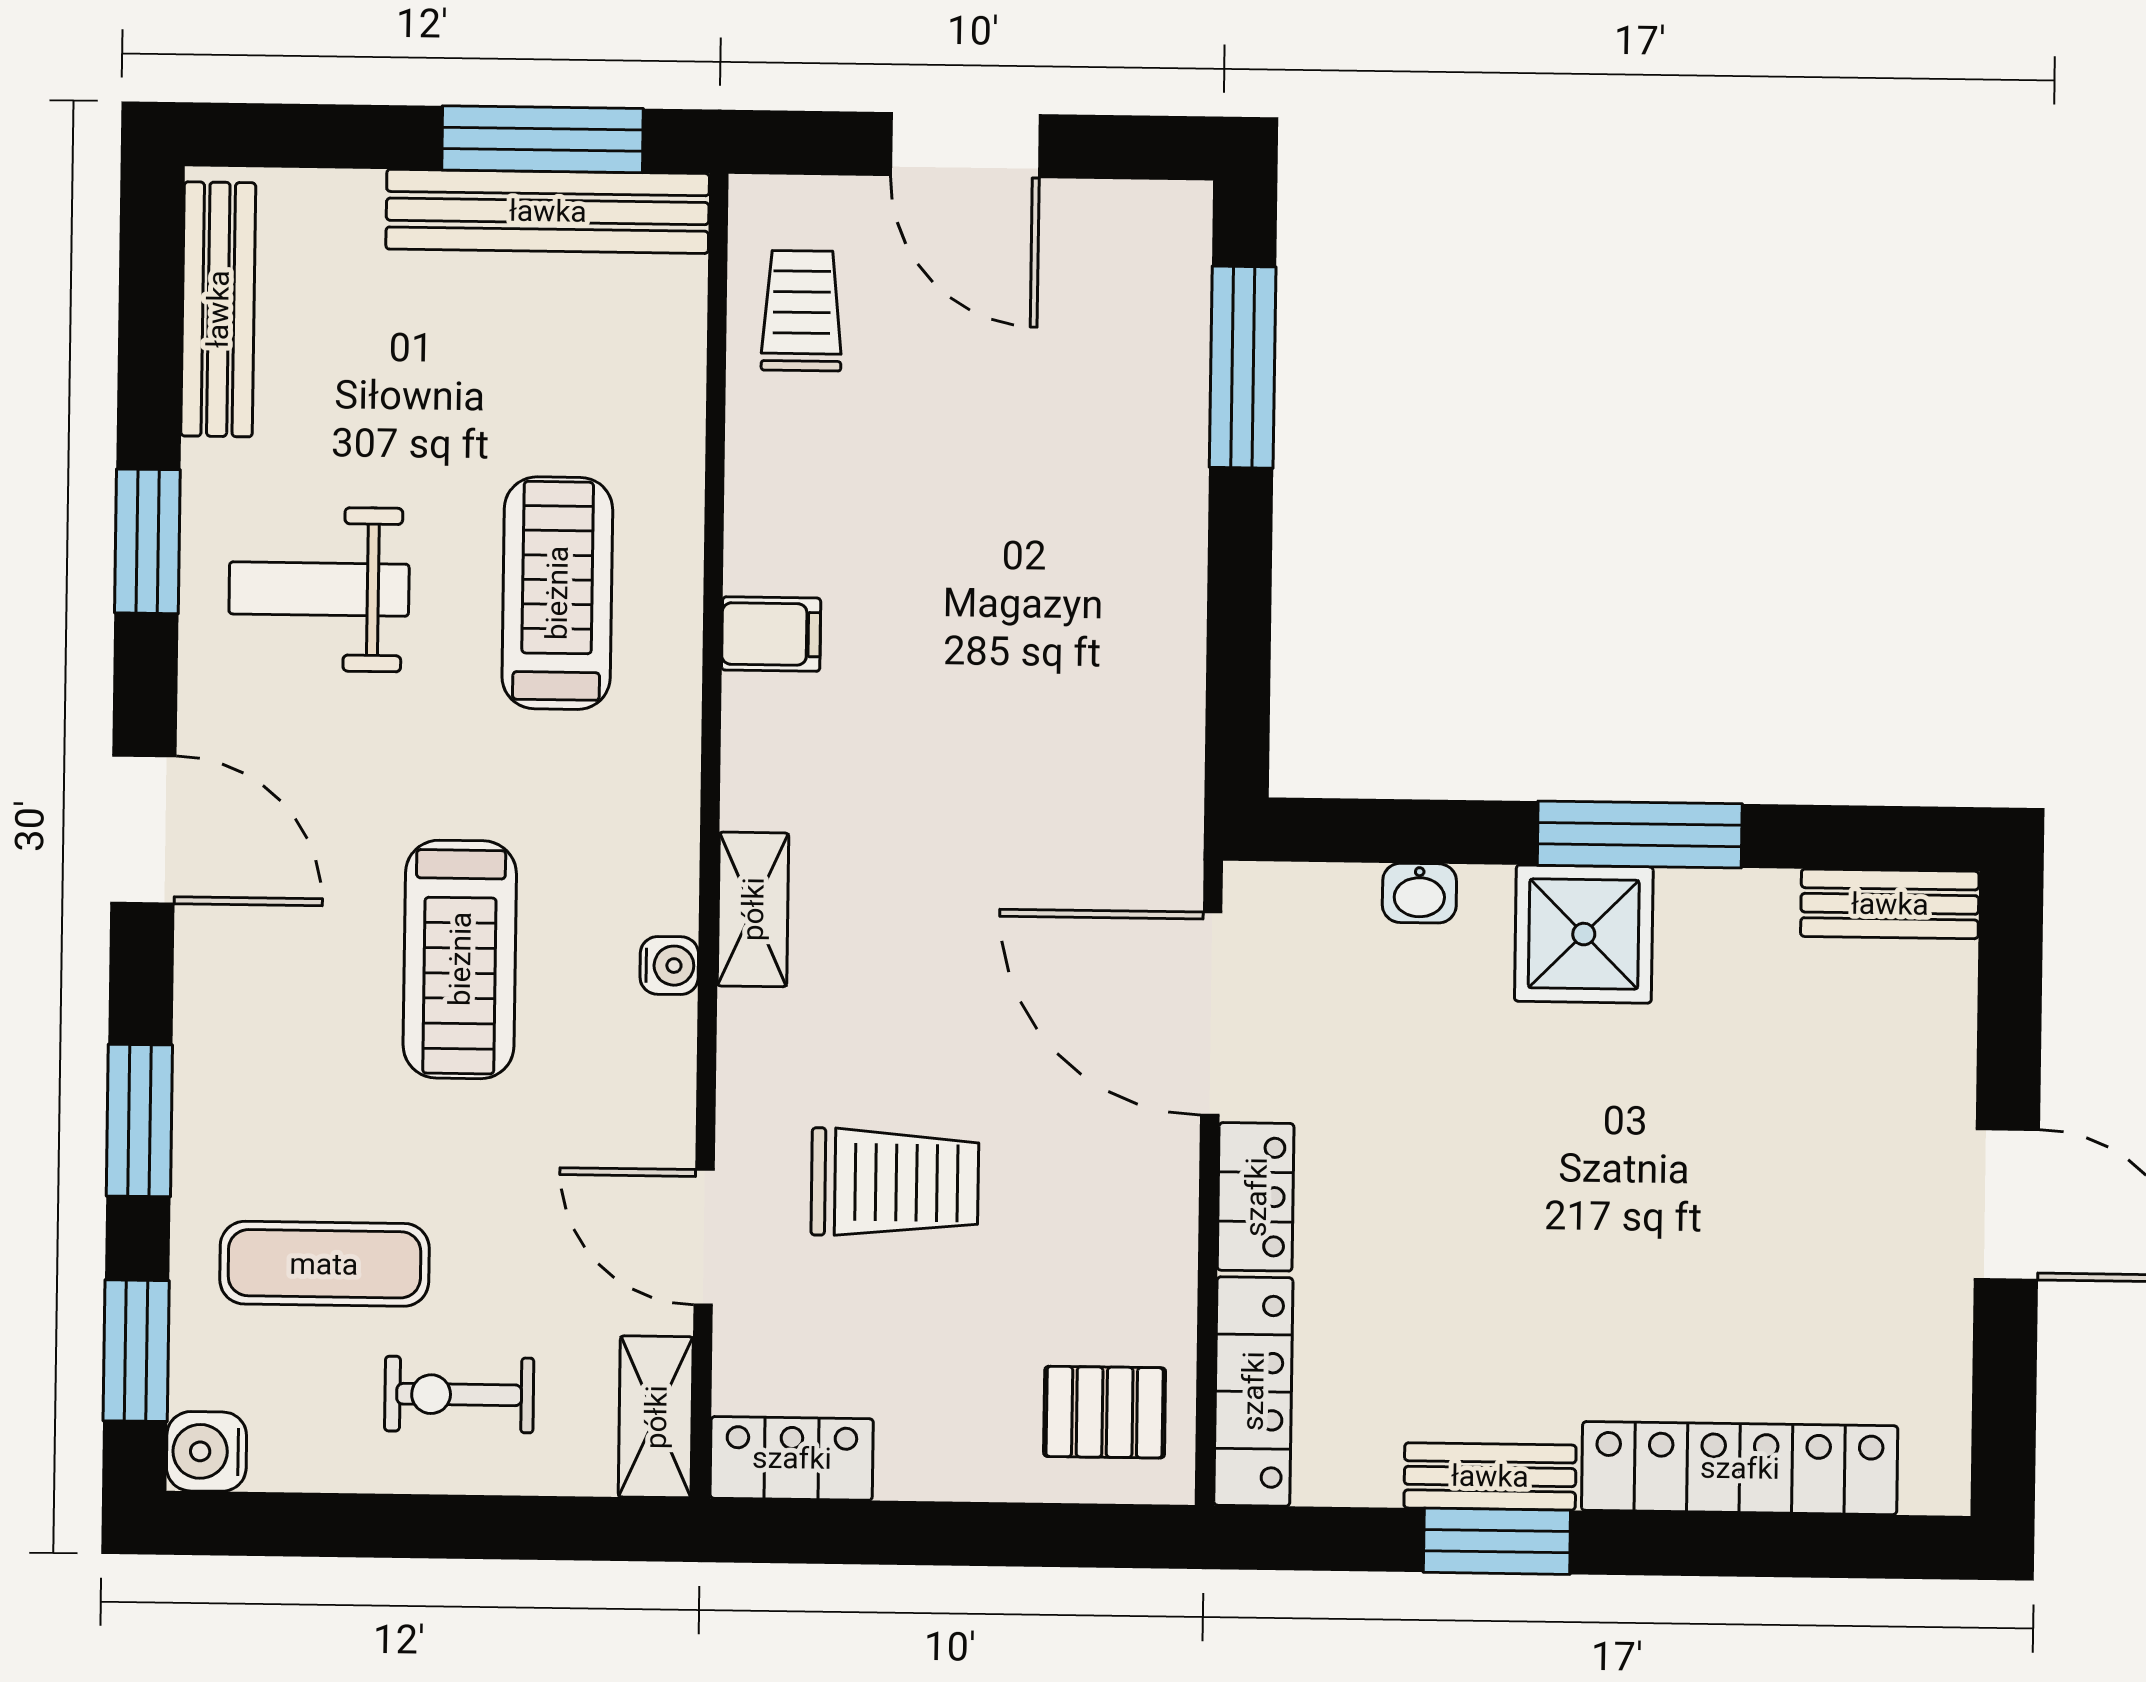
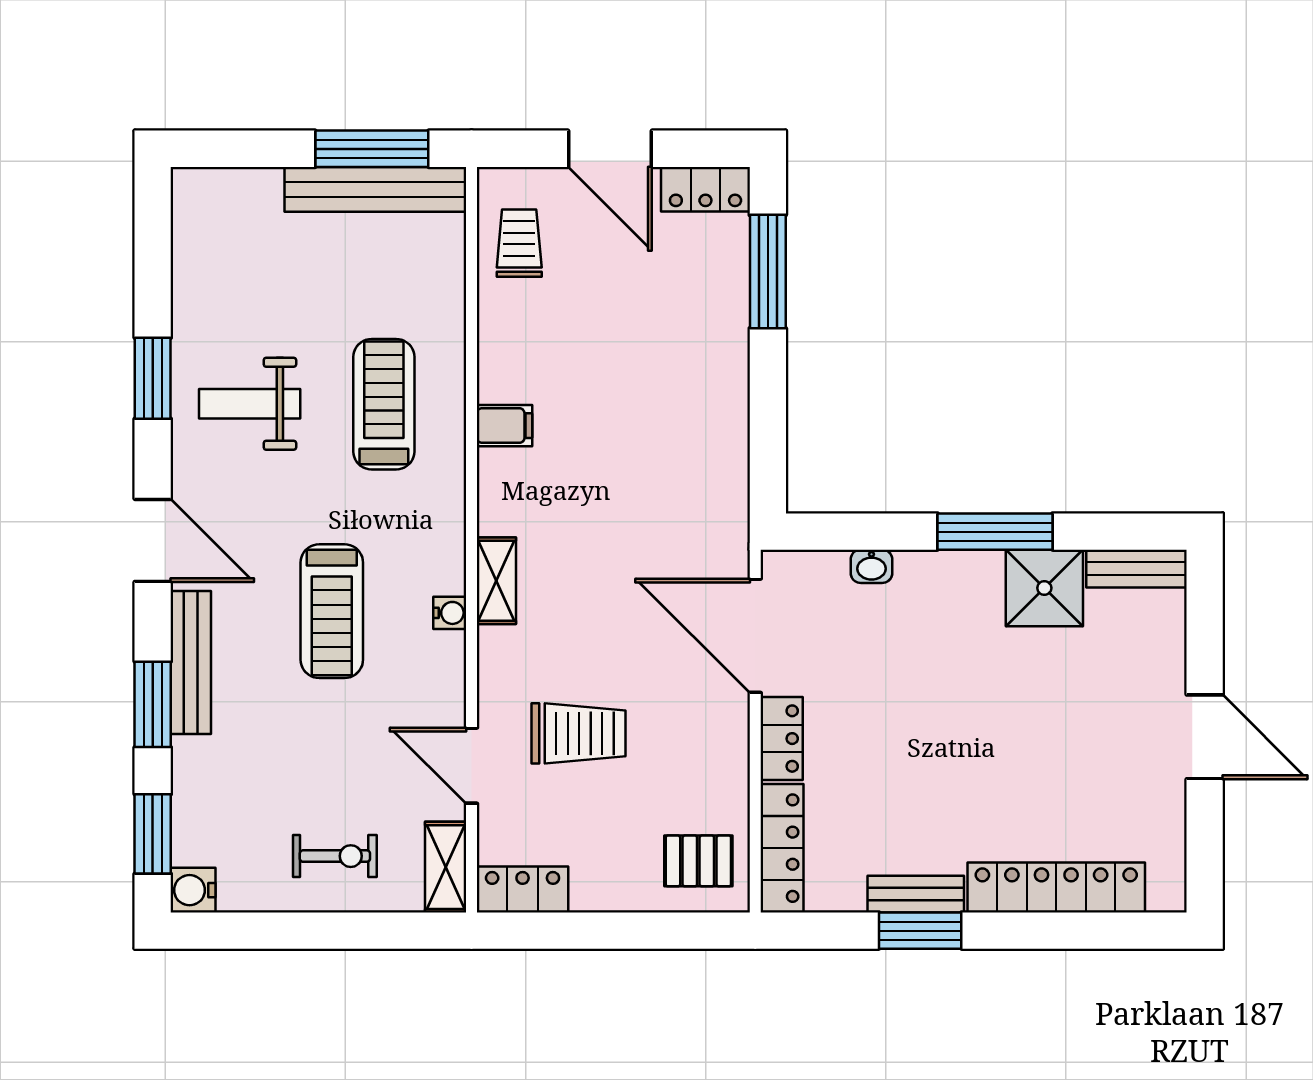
locker: (1134, 219) -> (705, 189), added
bench: (218, 309) -> (191, 662), moved
shower: (1584, 934) -> (1044, 588), moved
exercise mat: (324, 1264) -> (258, 784), removed
exercise bike: (459, 1395) -> (335, 856), turned 180

